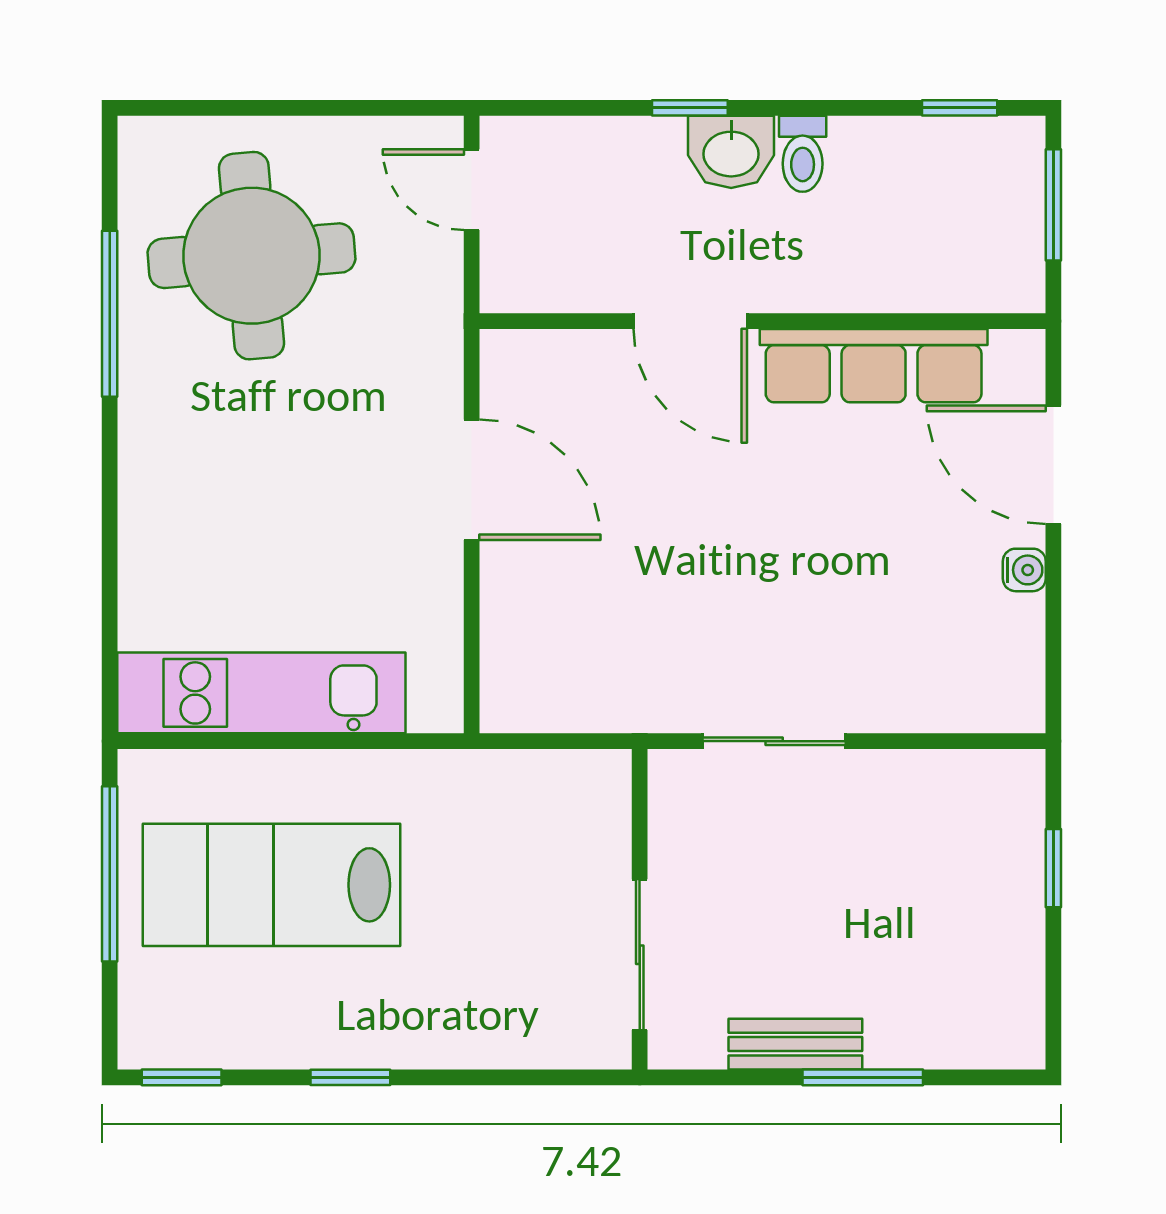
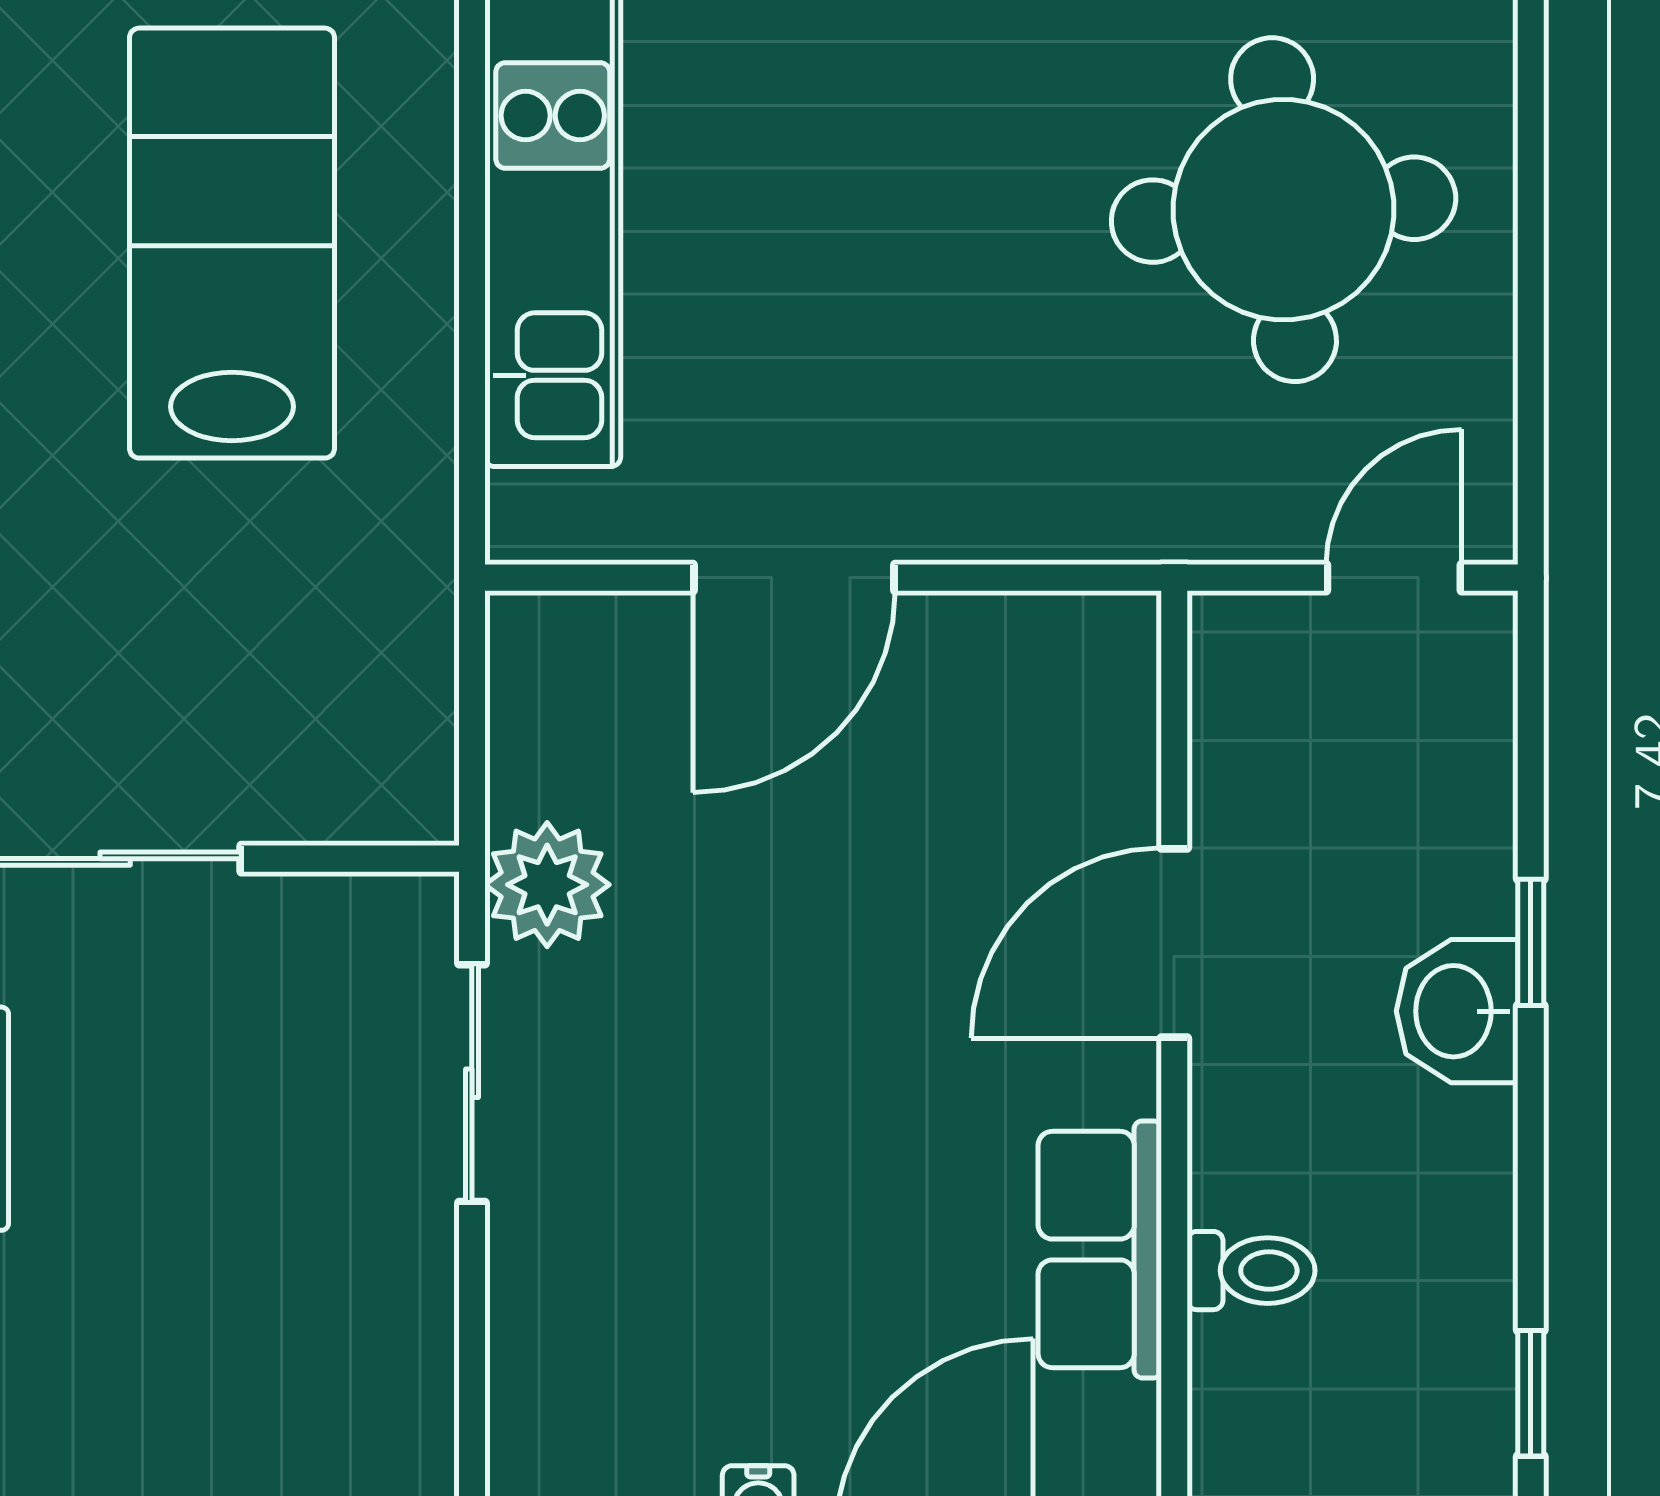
toilet: (803, 154) -> (1251, 1271), moved, turned 180
row of seats: (874, 366) -> (1100, 1249), width x0.68
door: (472, 480) -> (794, 578), moved
plant: (655, 696) -> (547, 885), added

